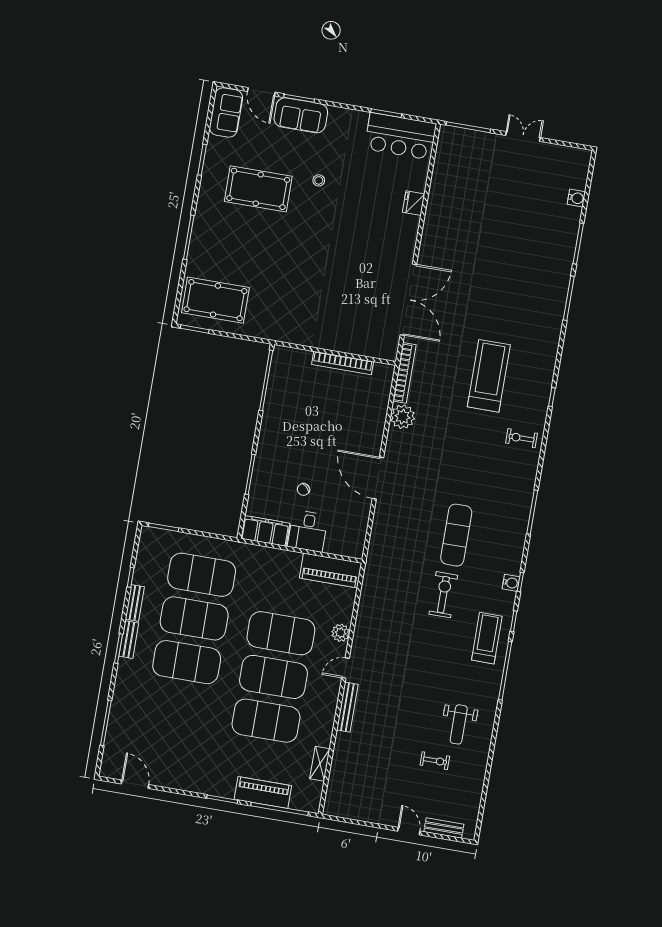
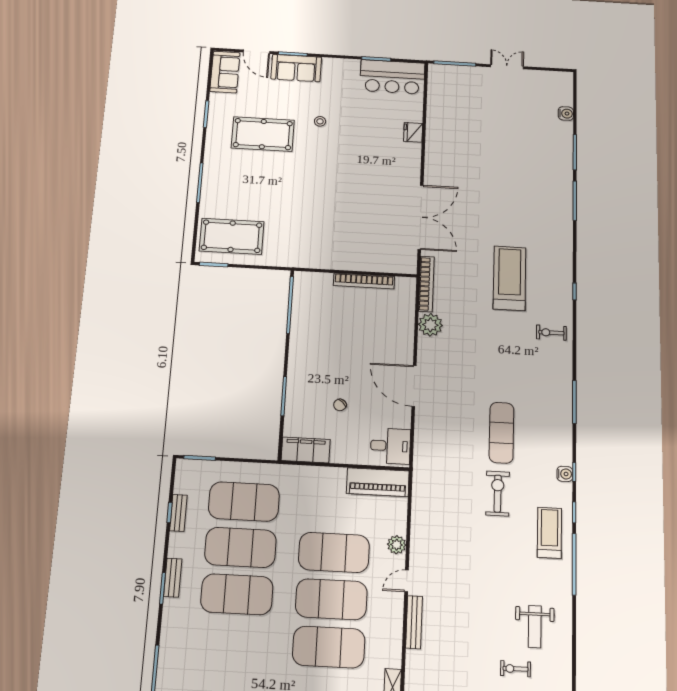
desk: (308, 531) -> (390, 446), moved, turned -90
bench: (135, 603) -> (178, 513), moved
exercise bike: (435, 761) -> (515, 669), turned 180

